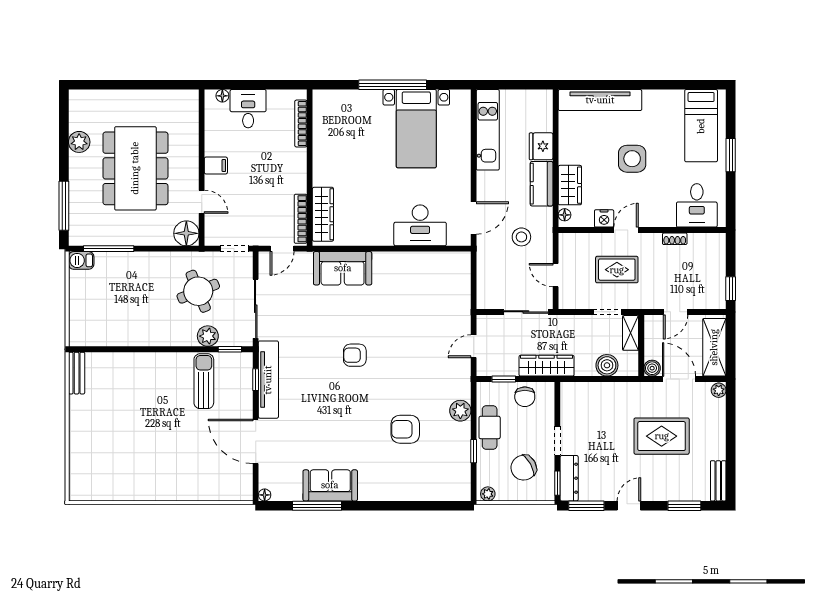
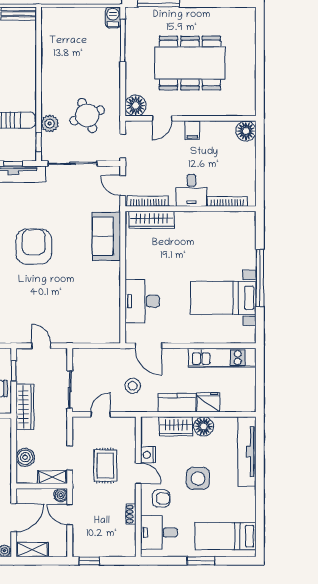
floor lamp: (222, 96) -> (246, 131), width x1.89, depth x1.89
desk: (248, 109) -> (192, 190), moved, turned 90
plant: (79, 142) -> (212, 16), removed
armchair: (656, 203) -> (161, 498), added
floor lamp: (565, 215) -> (204, 426), moved, width x1.89, depth x1.89
shelving: (714, 347) -> (32, 550), width x0.67, depth x0.75
armchair: (355, 355) -> (34, 246), width x1.88, depth x1.88
boiler: (652, 368) -> (61, 495), moved

